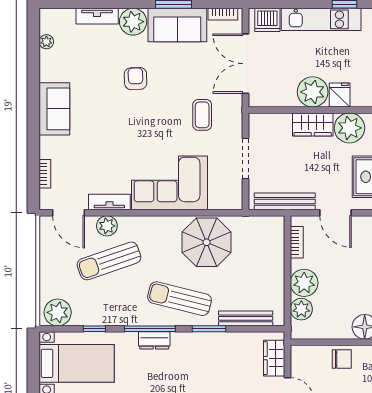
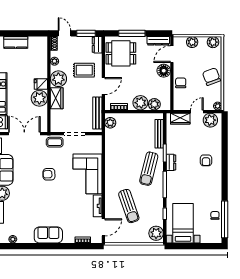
double door: (246, 64) -> (24, 134), swing flipped
armchair: (136, 79) -> (49, 174), moved
coffee table: (202, 115) -> (55, 142), moved
plant: (107, 226) -> (110, 123), moved
parasol: (207, 242) -> (119, 154), removed
dresser: (154, 340) -> (171, 162), moved

